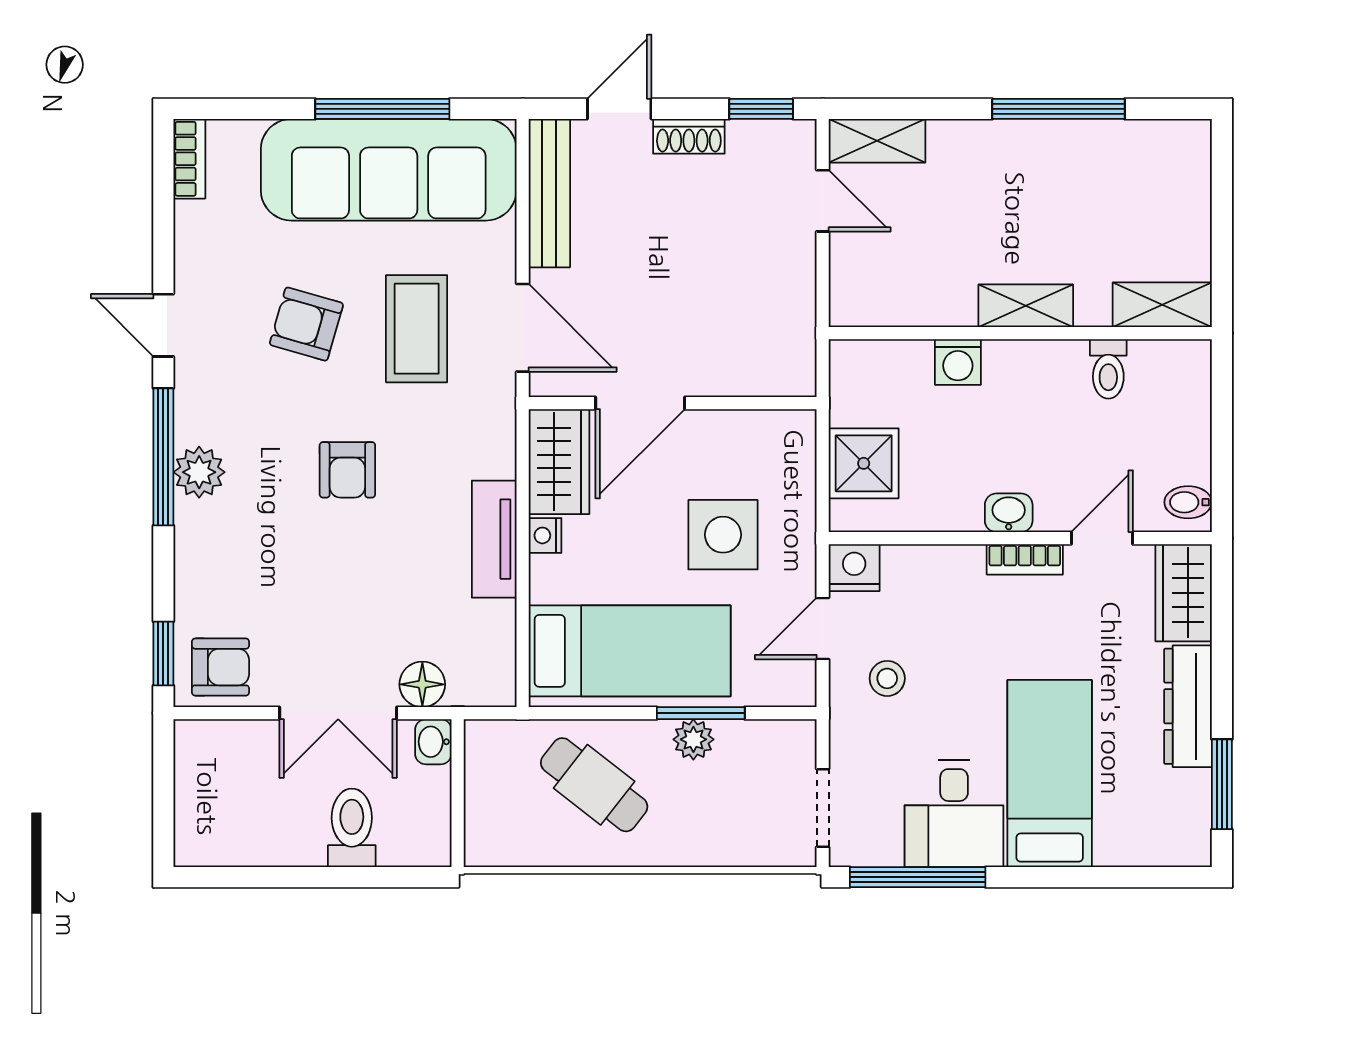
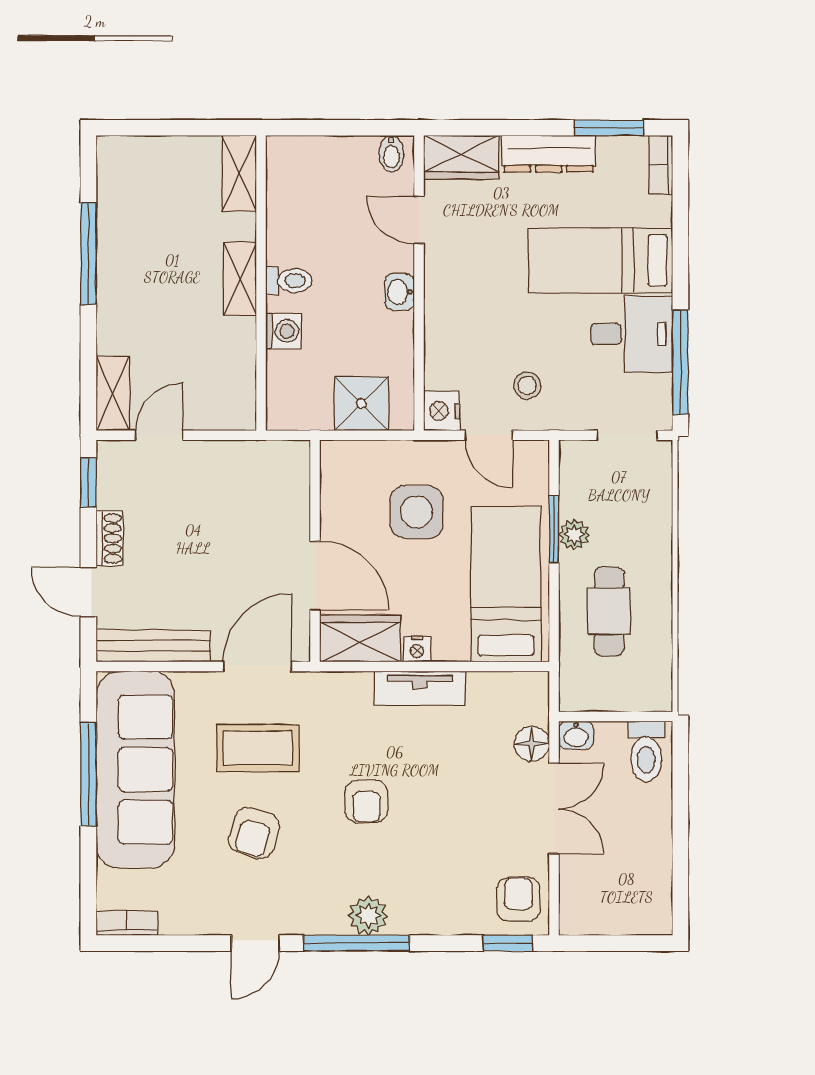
toilet: (1108, 369) -> (289, 281), moved
armchair: (347, 470) -> (366, 801), turned 90
bookcase: (1025, 559) -> (661, 165), moved, turned 180
cafe table: (594, 785) -> (609, 611), turned -38
toilet: (352, 828) -> (646, 751), moved, turned -90

